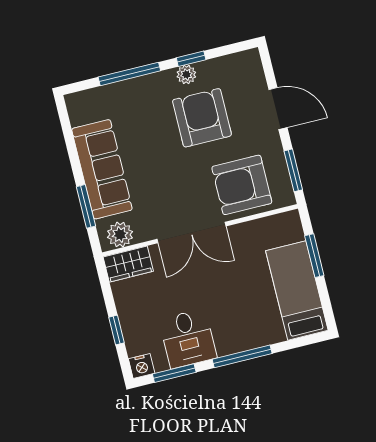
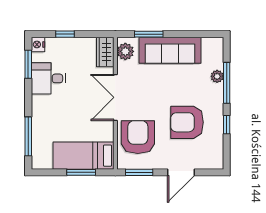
plant: (186, 75) -> (217, 76), moved
armchair: (202, 118) -> (187, 122), turned 180
bed: (297, 291) -> (83, 156), moved, turned 180
window: (242, 356) -> (28, 136), moved

